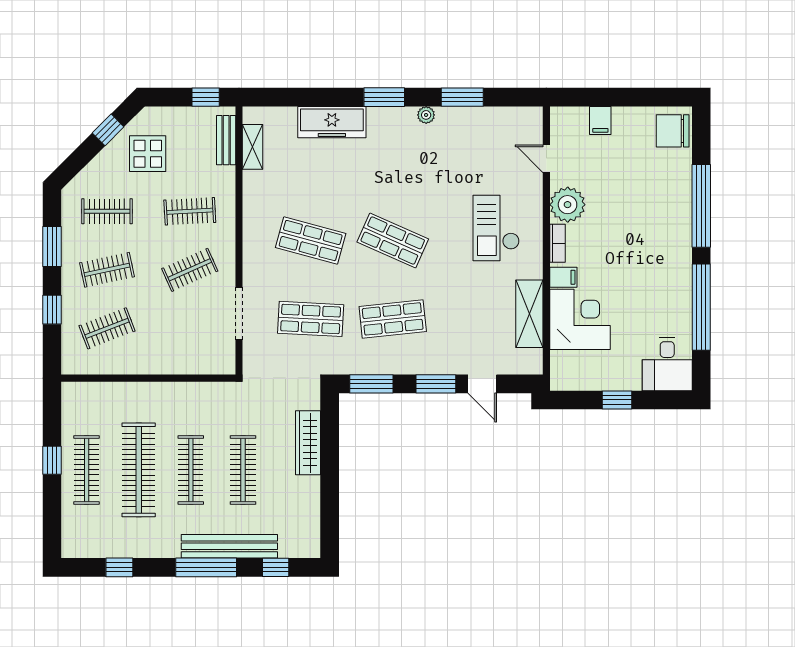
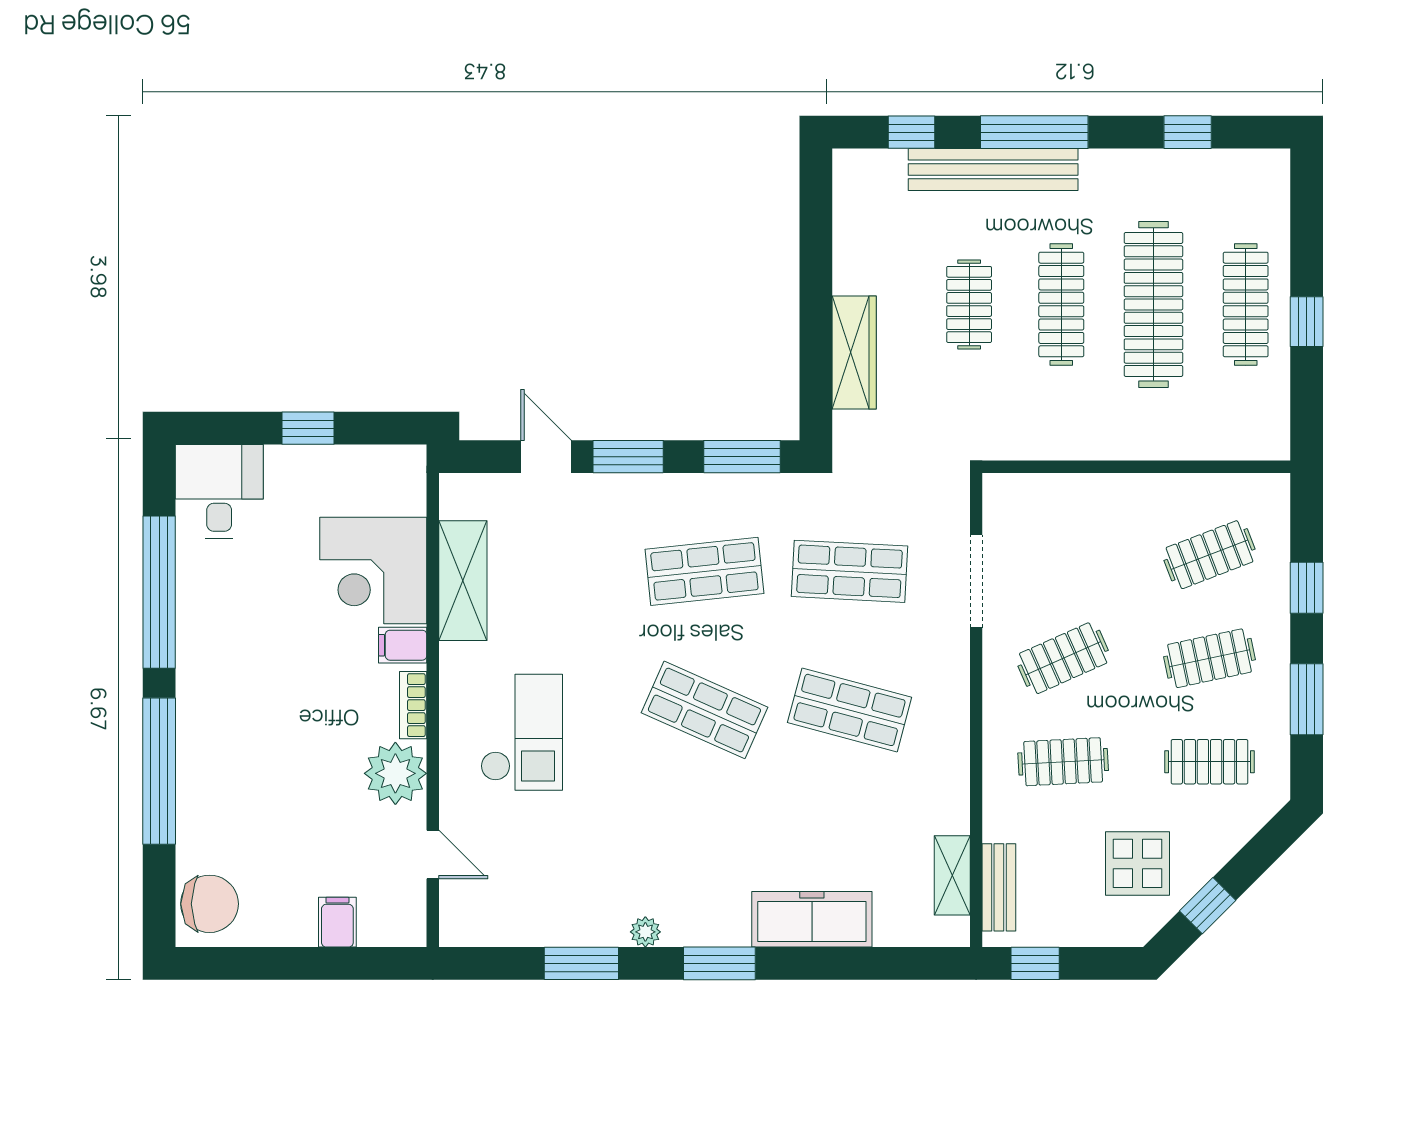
clothes rail: (243, 470) -> (969, 304), width x0.73

